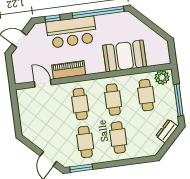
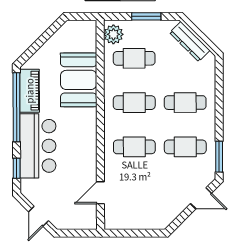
piano: (69, 70) -> (30, 91), moved, turned 180
window: (179, 100) -> (146, 16), width x0.69
dresser: (167, 131) -> (190, 42), width x1.44

